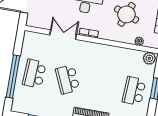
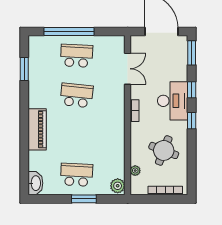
double door: (63, 35) -> (128, 69), moved
school desk: (68, 79) -> (77, 95), turned 30

